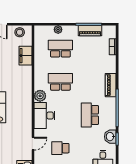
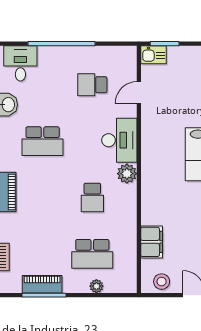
school desk: (60, 82) -> (92, 198), width x0.54
school desk: (90, 115) -> (43, 141), turned 90
school desk: (60, 148) -> (92, 85), turned 180

